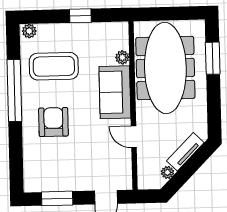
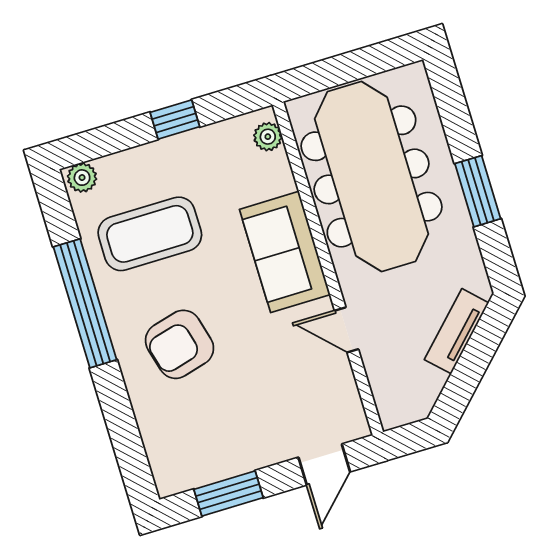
plant: (122, 57) -> (268, 137), moved
window: (213, 58) -> (478, 191), moved
armchair: (53, 122) -> (180, 344), turned -105
plant: (167, 172) -> (432, 382), removed

